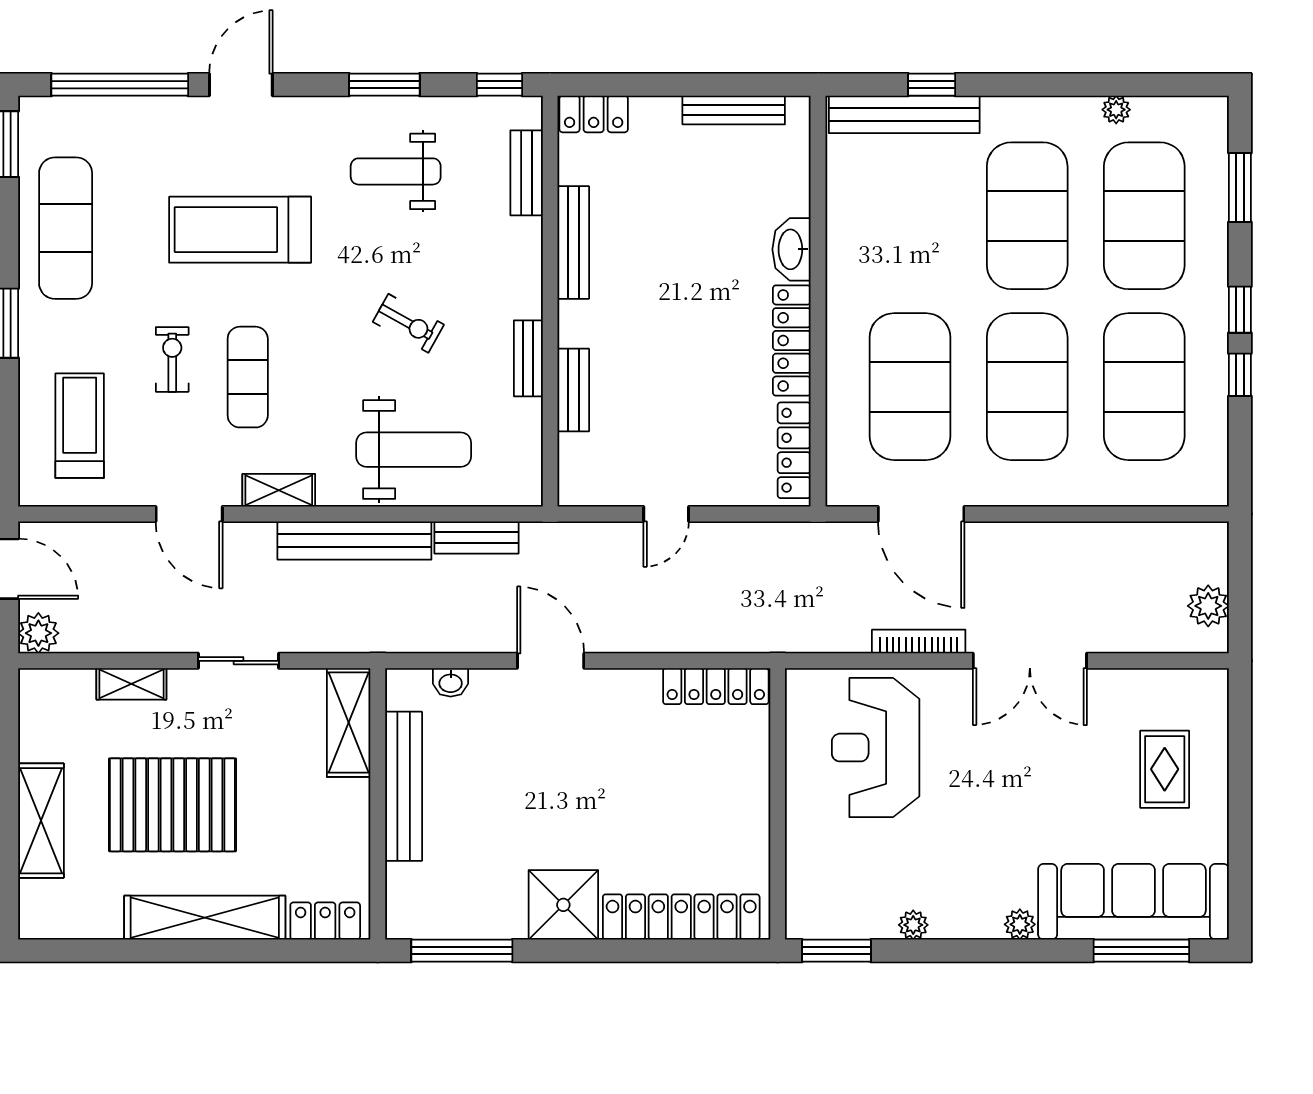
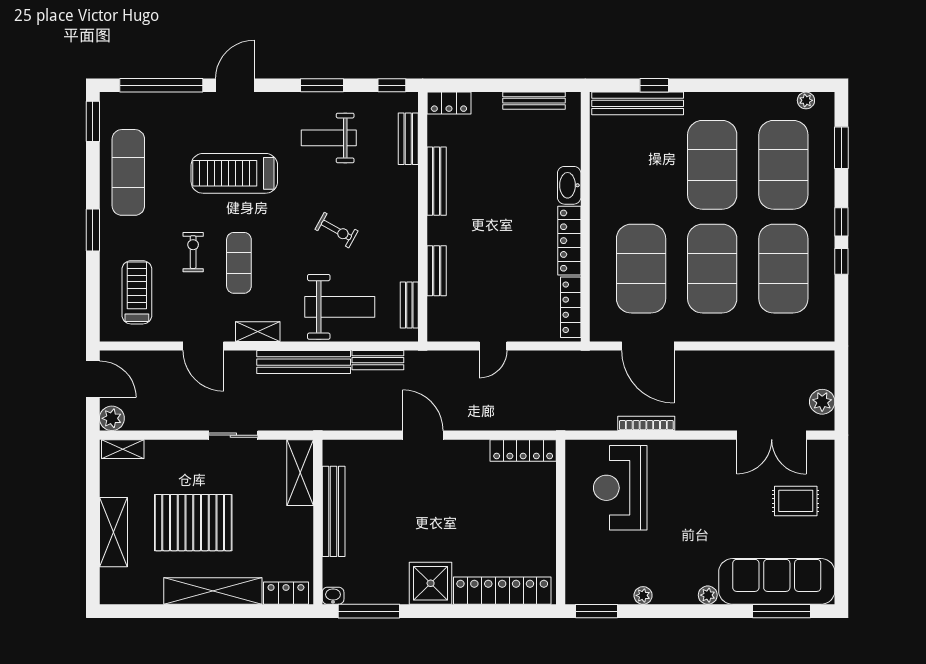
plant: (1116, 110) -> (806, 100), moved
bench: (528, 358) -> (409, 305), moved
double door: (1030, 661) -> (772, 435), moved
washbasin: (451, 682) -> (333, 596), moved, turned 180
shelving: (131, 684) -> (123, 449), moved
rug: (1165, 769) -> (796, 501), turned 90

